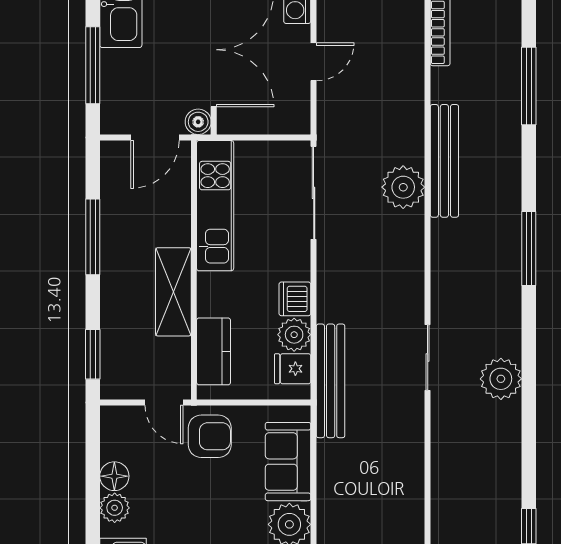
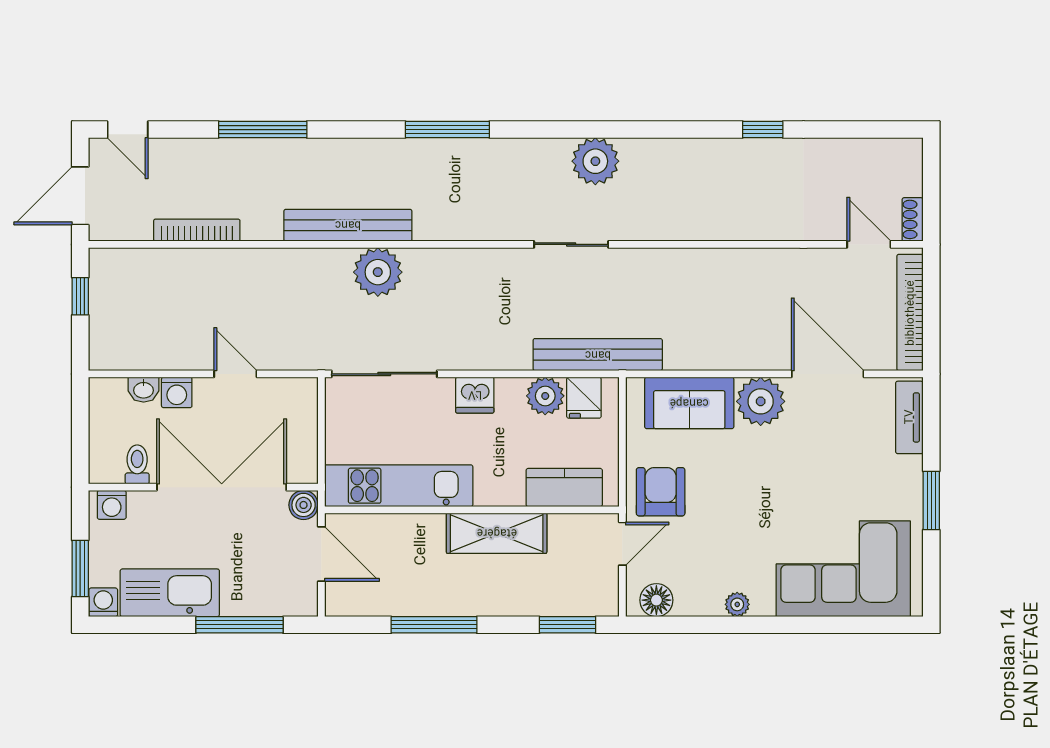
dishwasher: (295, 299) -> (475, 395), moved
floor lamp: (114, 476) -> (656, 600), moved
plant: (115, 508) -> (737, 604), width x0.73, depth x0.73

